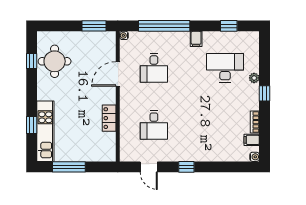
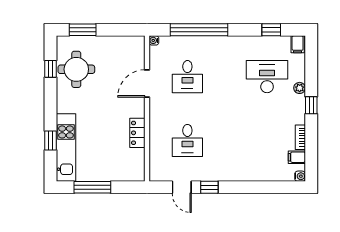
window: (94, 26) -> (83, 30), moved
filing cabinet: (196, 39) -> (298, 44), moved
window: (186, 167) -> (209, 187), moved

